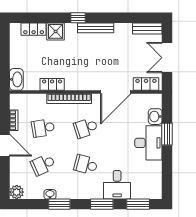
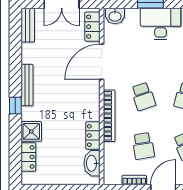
washbasin: (16, 79) -> (92, 163), moved, turned -90
door: (116, 92) -> (102, 62), swing flipped
washbasin: (155, 117) -> (115, 16), moved

